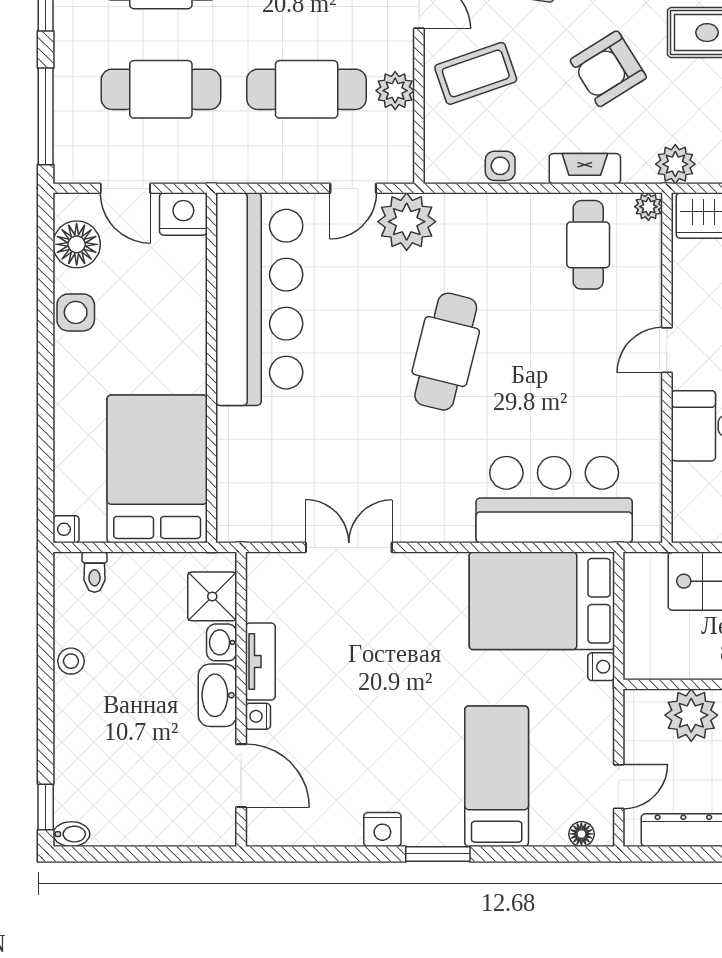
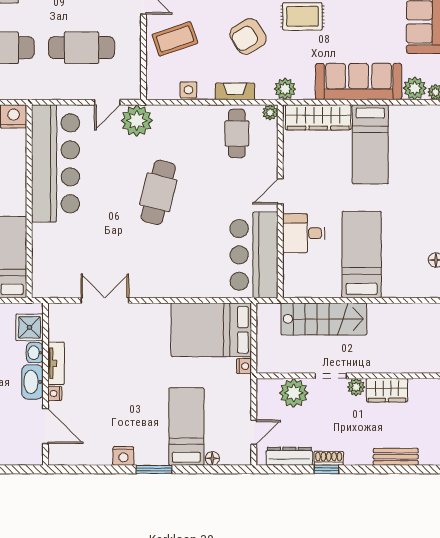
plant: (395, 91) -> (130, 48), removed
bar counter: (554, 500) -> (254, 255), moved, turned -90
floor lamp: (581, 834) -> (212, 458), moved

